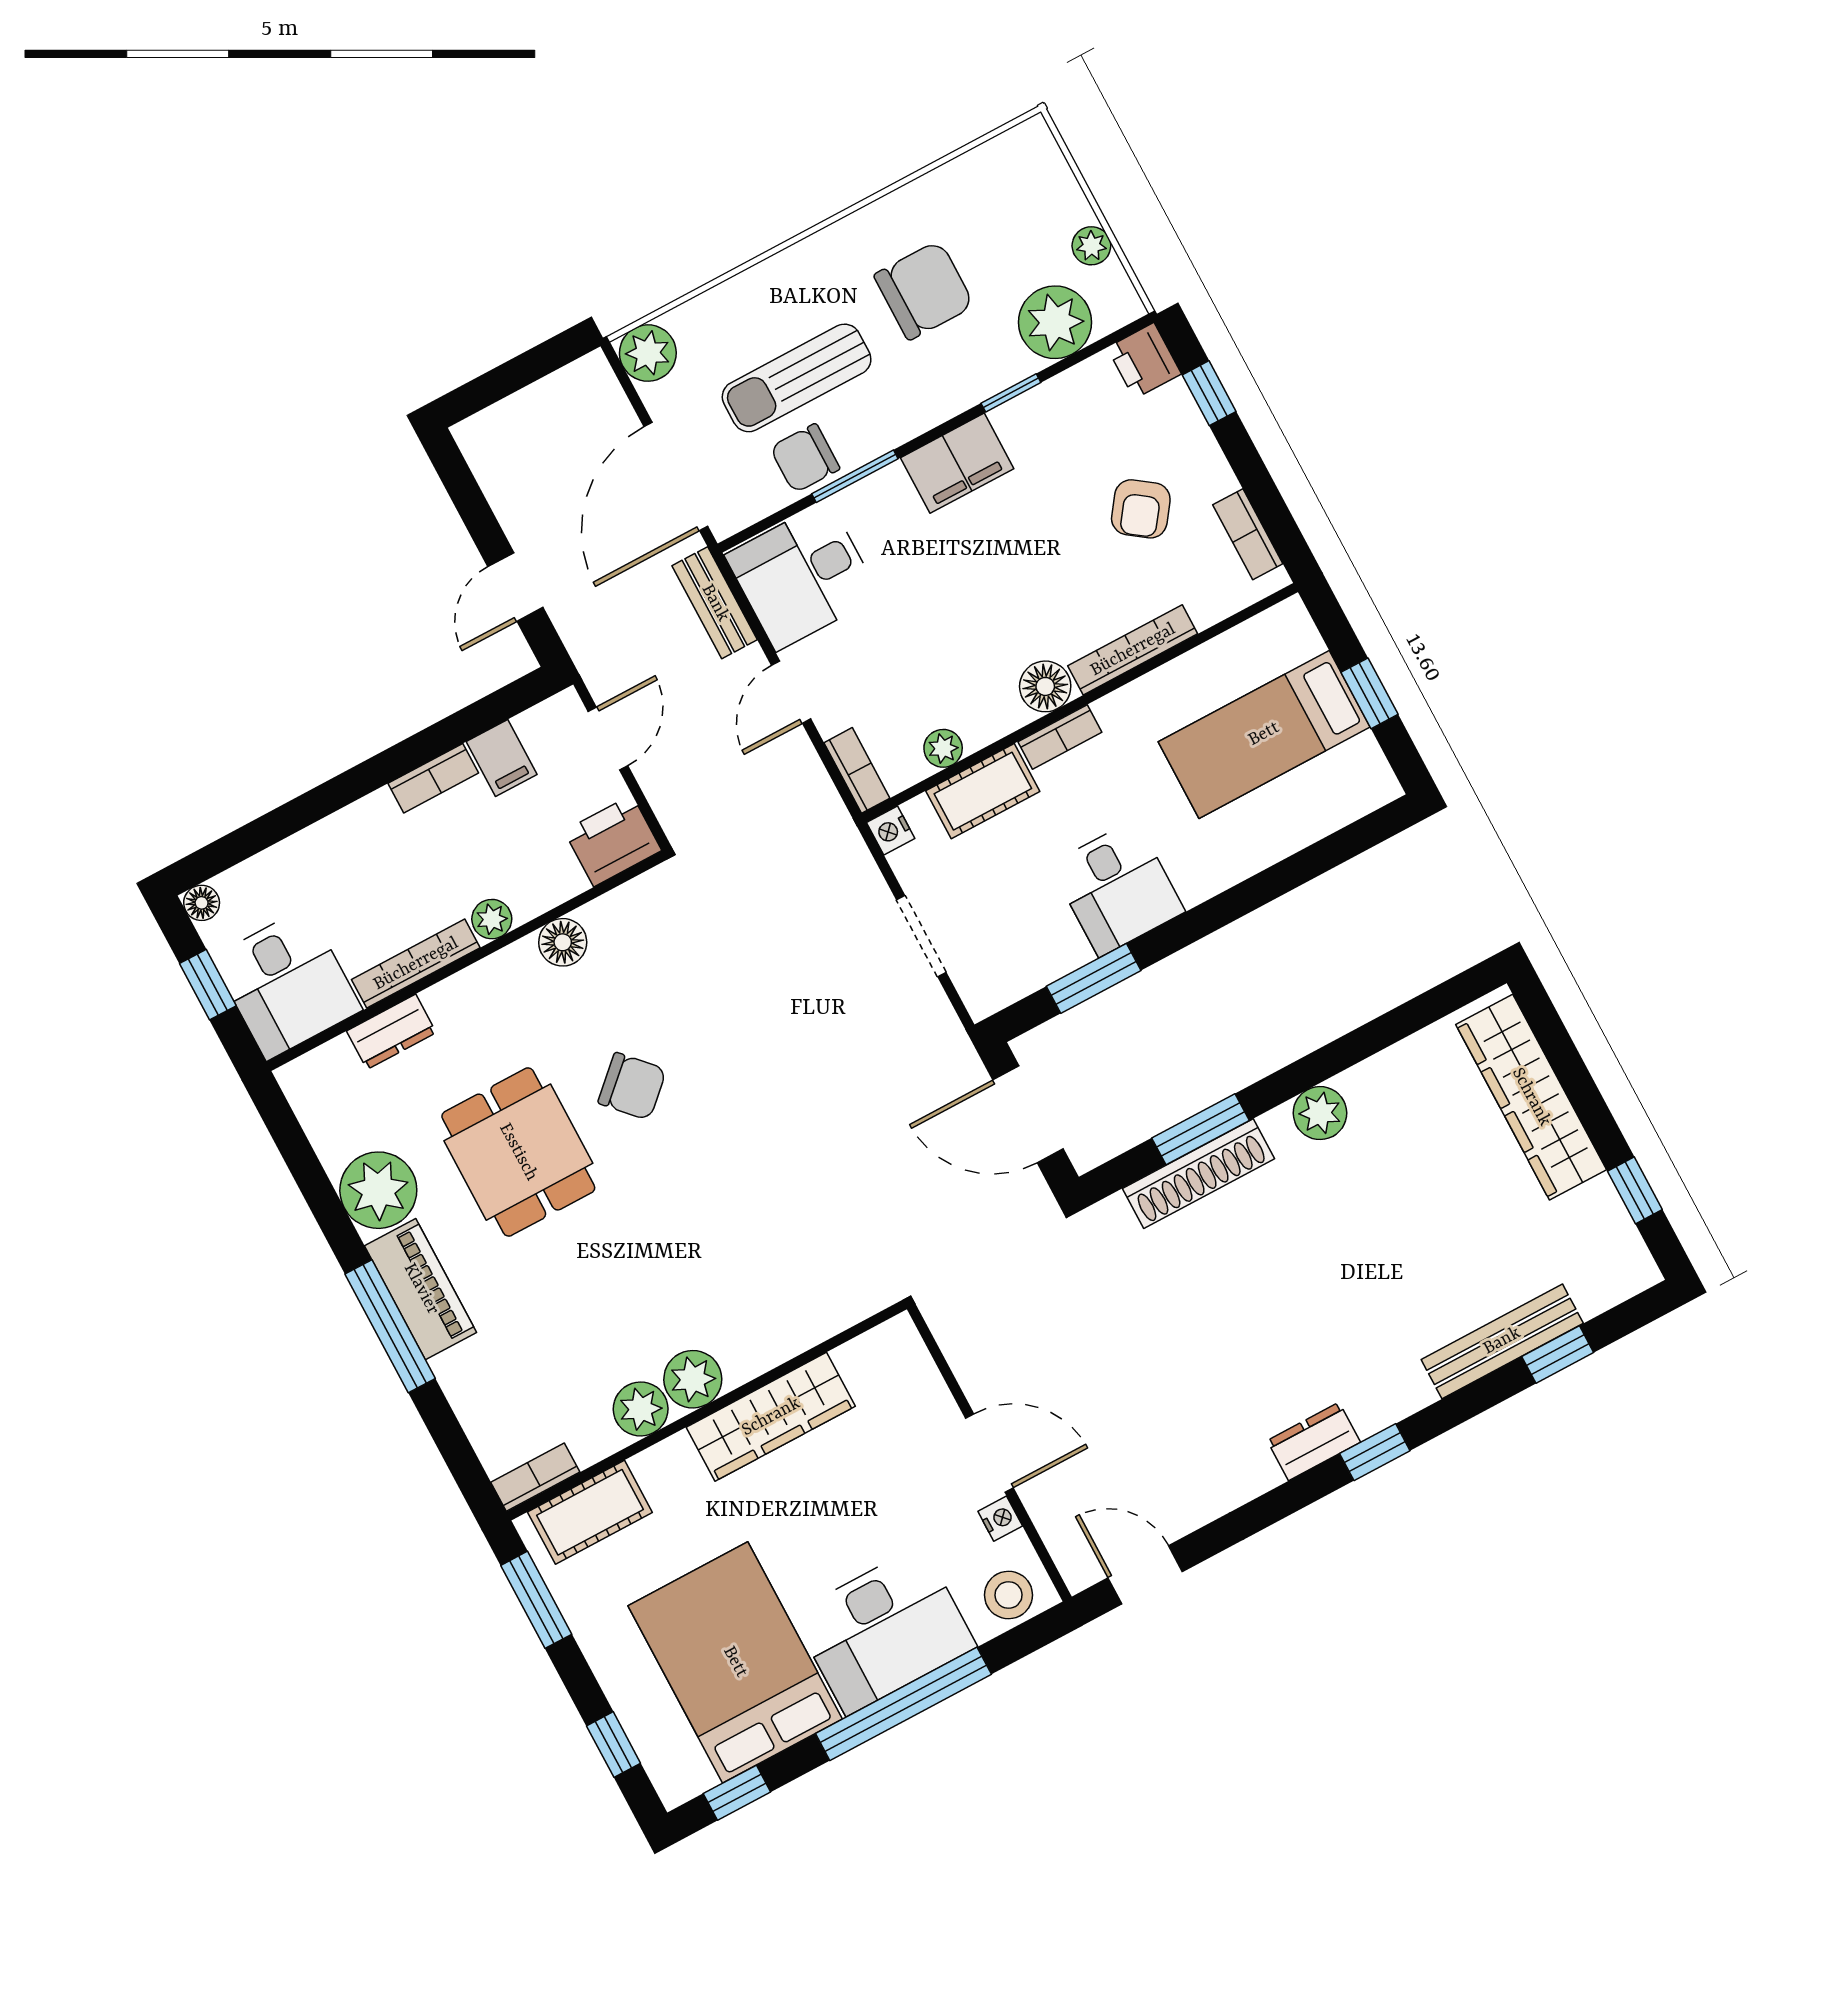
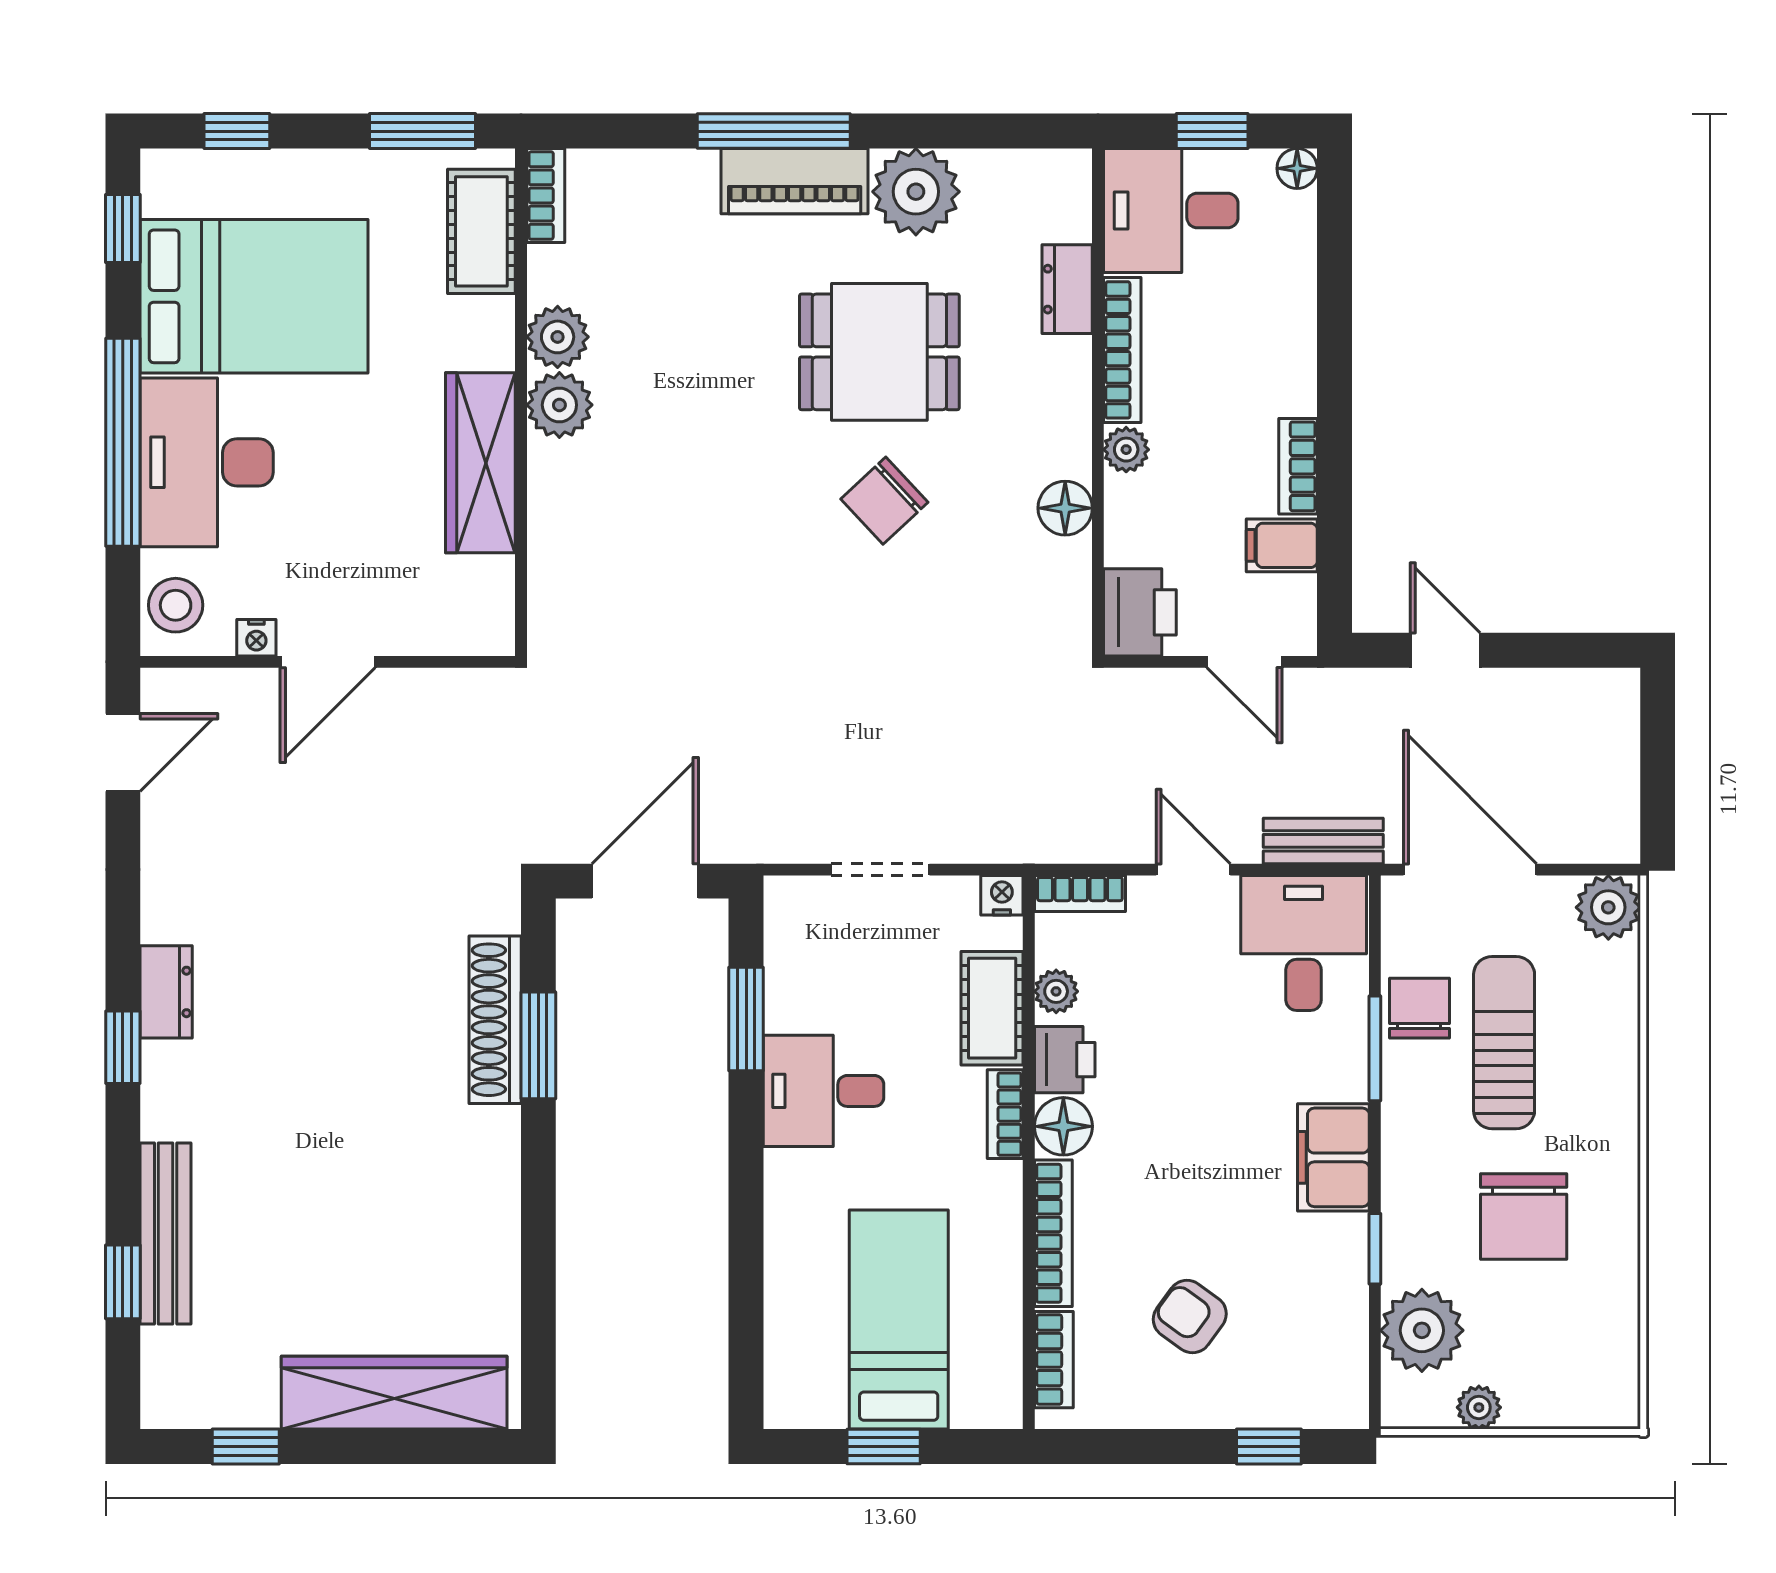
printer: (1144, 361) -> (1065, 1060), moved, turned 90
bookcase: (1248, 534) -> (1054, 1360), moved, turned 90
plant: (1320, 1113) -> (491, 1173), removed

